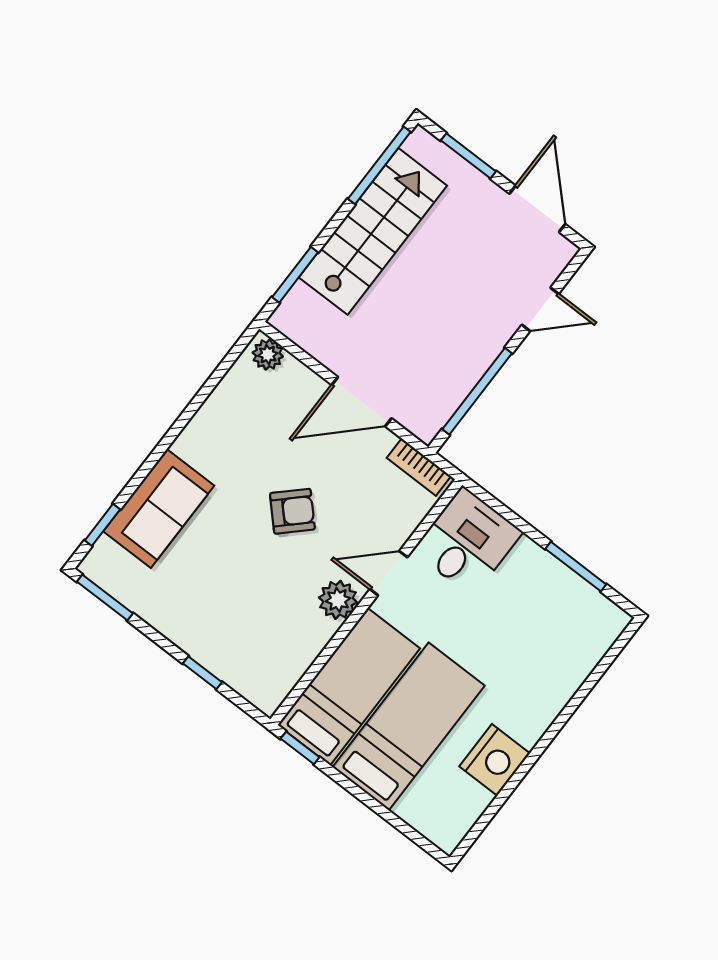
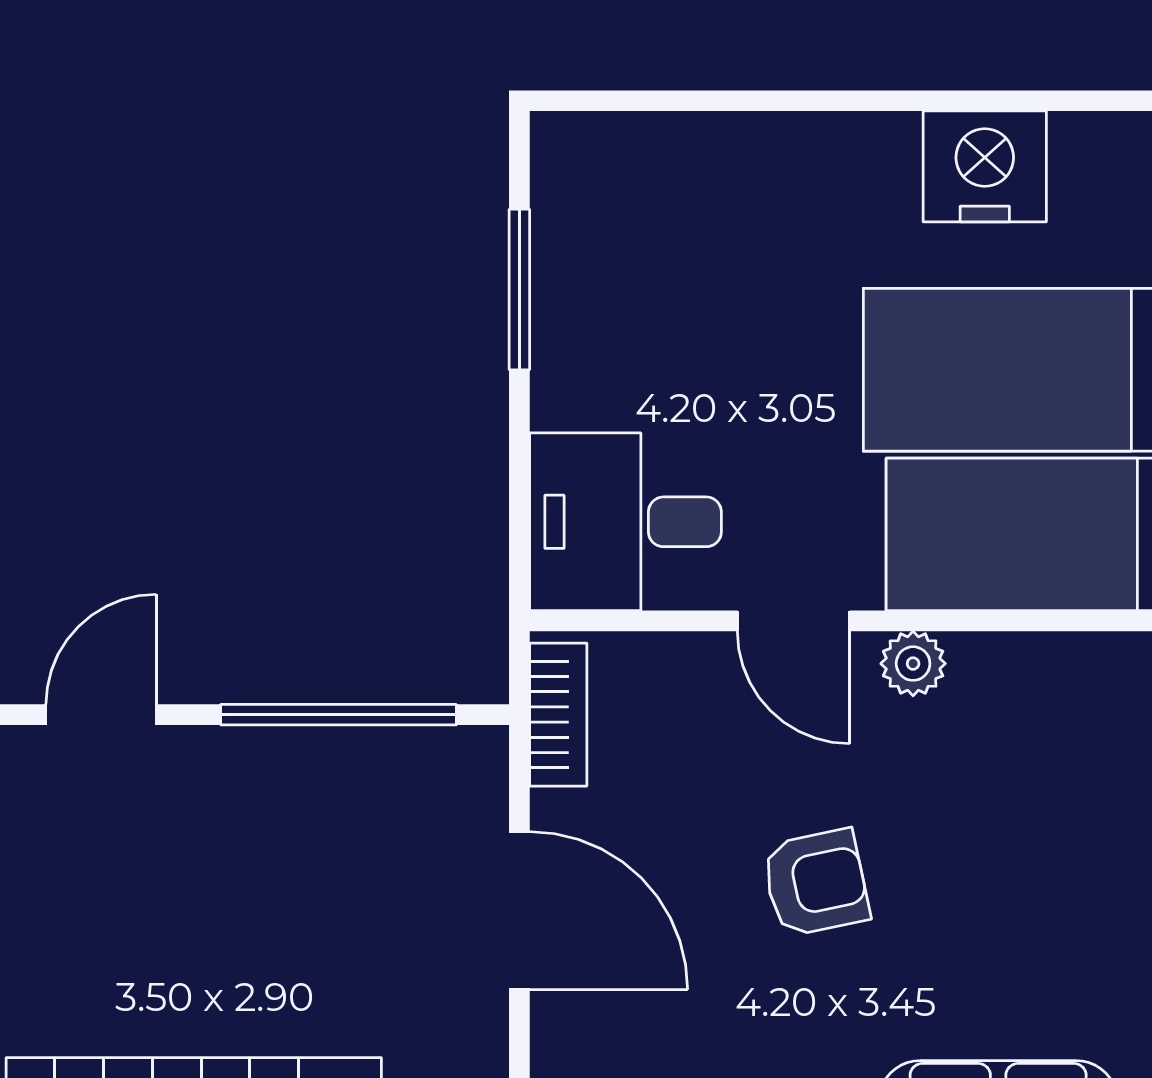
door: (540, 309) -> (101, 715), hinge flipped
armchair: (292, 511) -> (816, 883), turned 122
plant: (338, 600) -> (913, 664), width x0.73, depth x0.73

